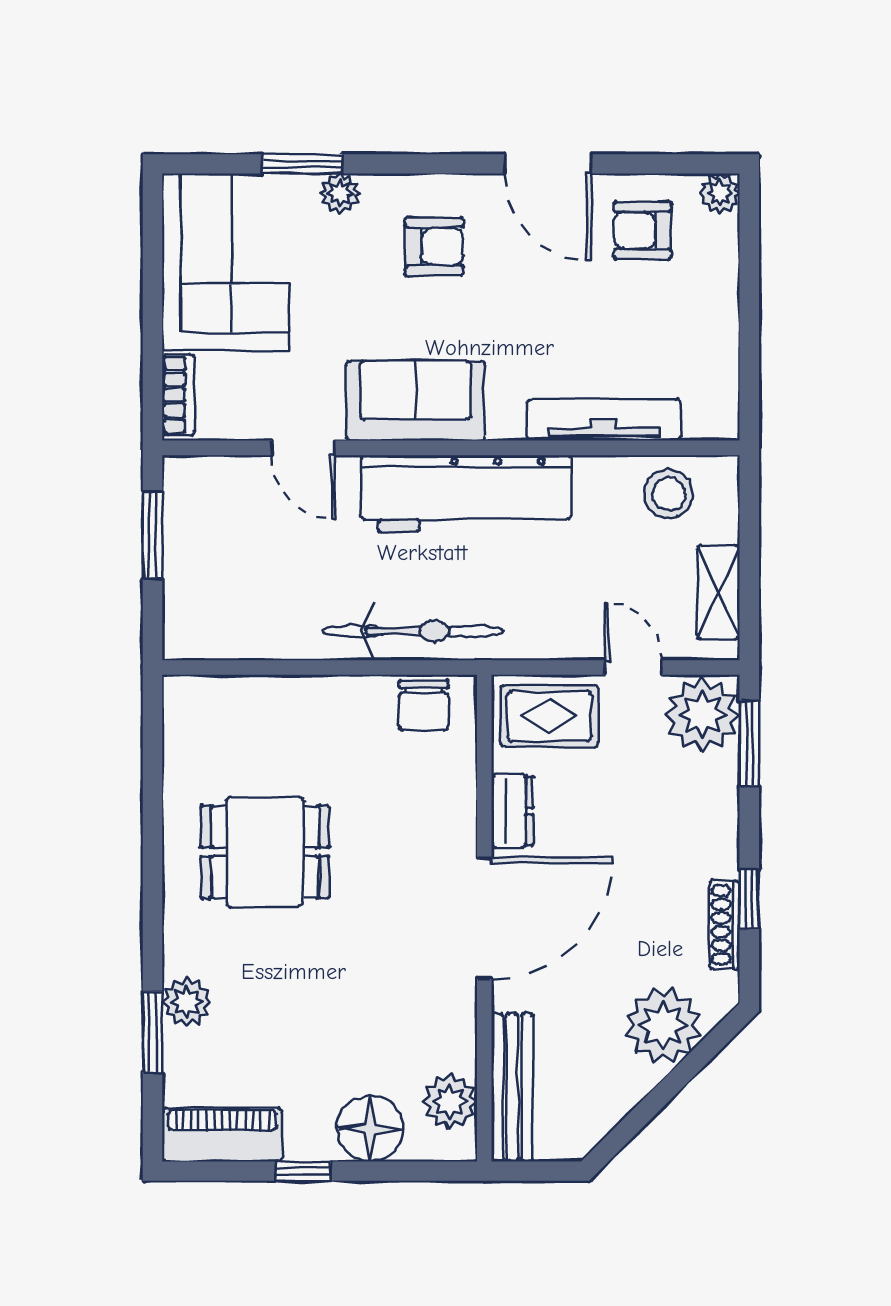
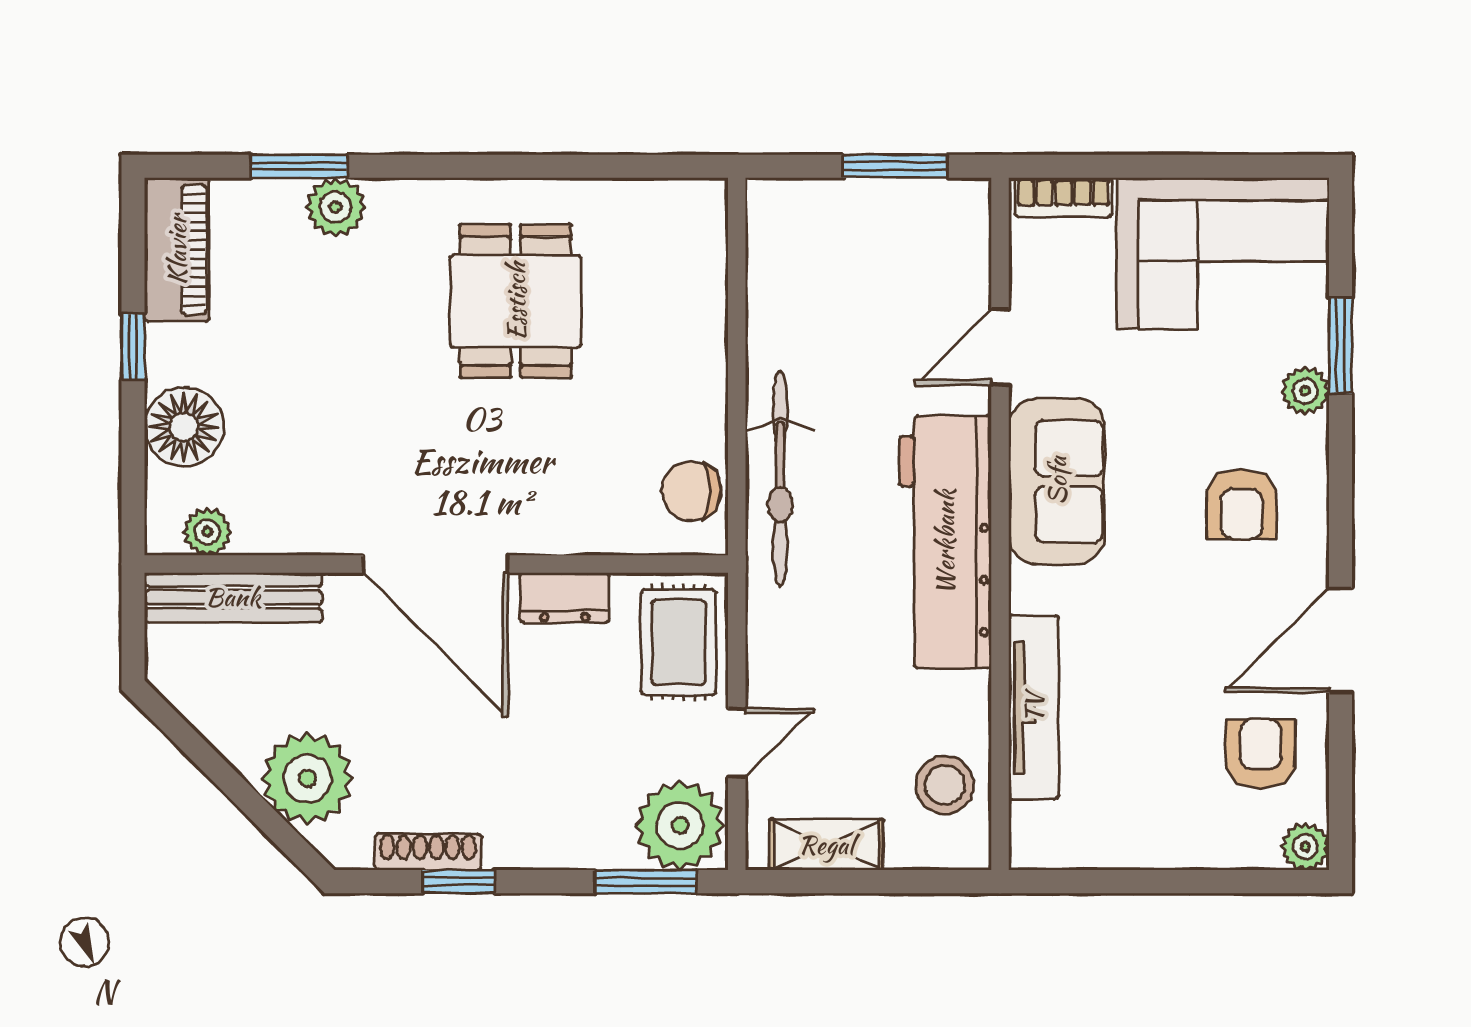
plant: (450, 1102) -> (207, 532), width x0.73, depth x0.73

